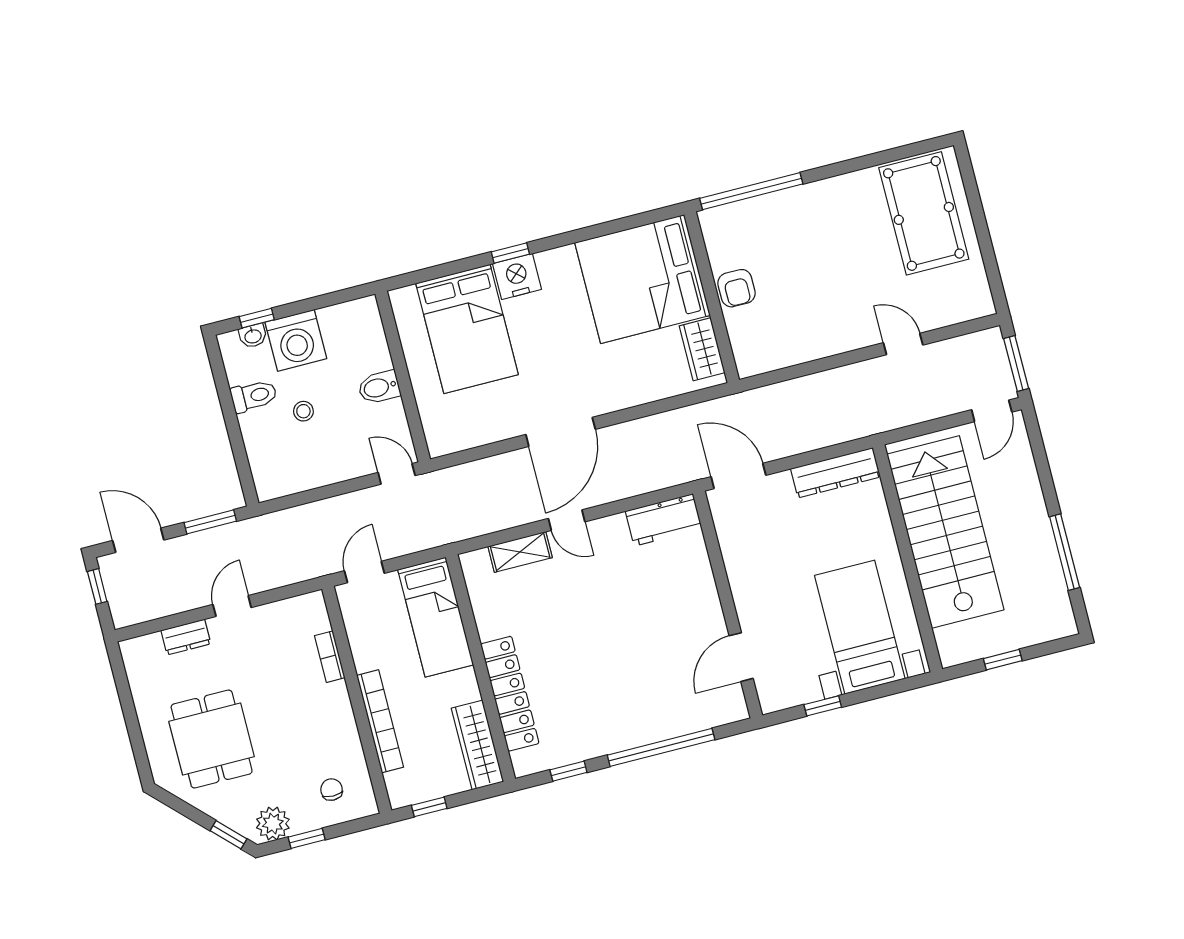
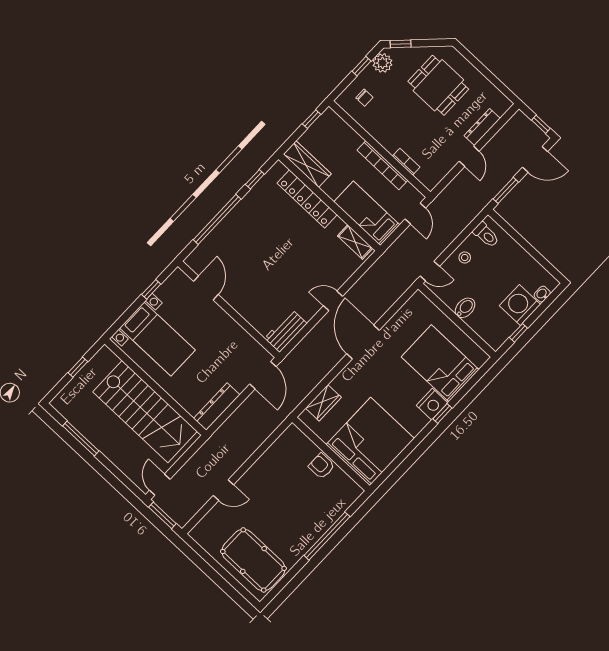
window: (751, 191) -> (327, 536), moved
window: (257, 318) -> (518, 333), moved
wardrobe: (702, 349) -> (323, 403), moved, turned 90
toilet: (254, 396) -> (486, 235), moved, turned -90
stool: (303, 411) -> (465, 257), moved
door: (738, 476) -> (263, 375), hinge flipped
shelving: (520, 552) -> (355, 242), moved, turned 90
dresser: (186, 637) -> (482, 127), width x1.44
bookcase: (380, 721) -> (382, 165), moved

